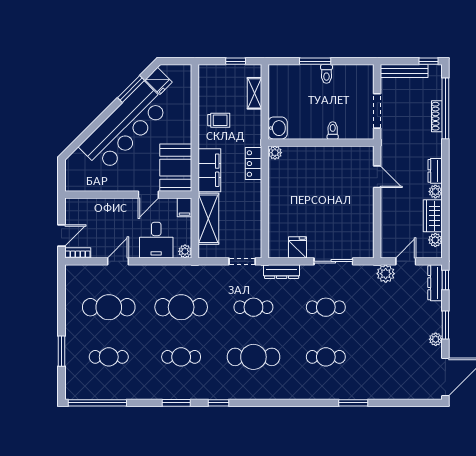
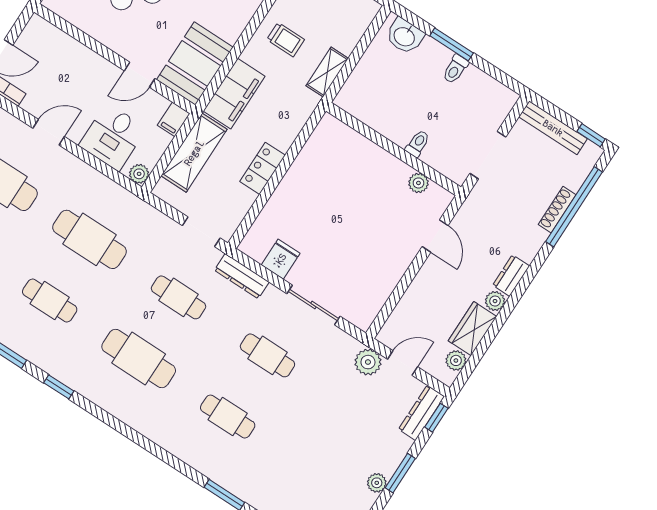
shelving: (254, 93) -> (327, 72), moved
washbasin: (278, 128) -> (405, 36), moved, turned 90
plant: (275, 153) -> (418, 183), moved
locker: (253, 164) -> (263, 168), moved

